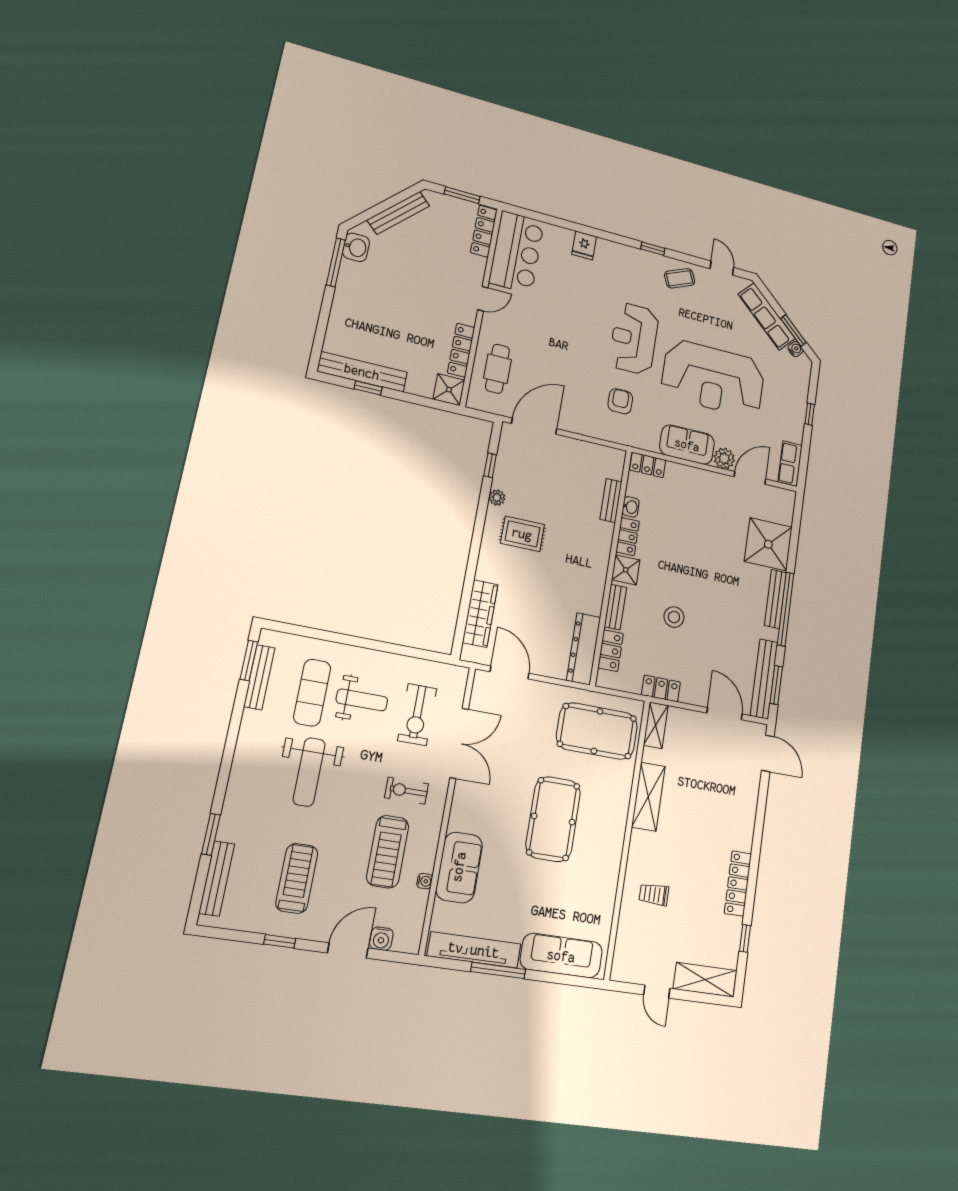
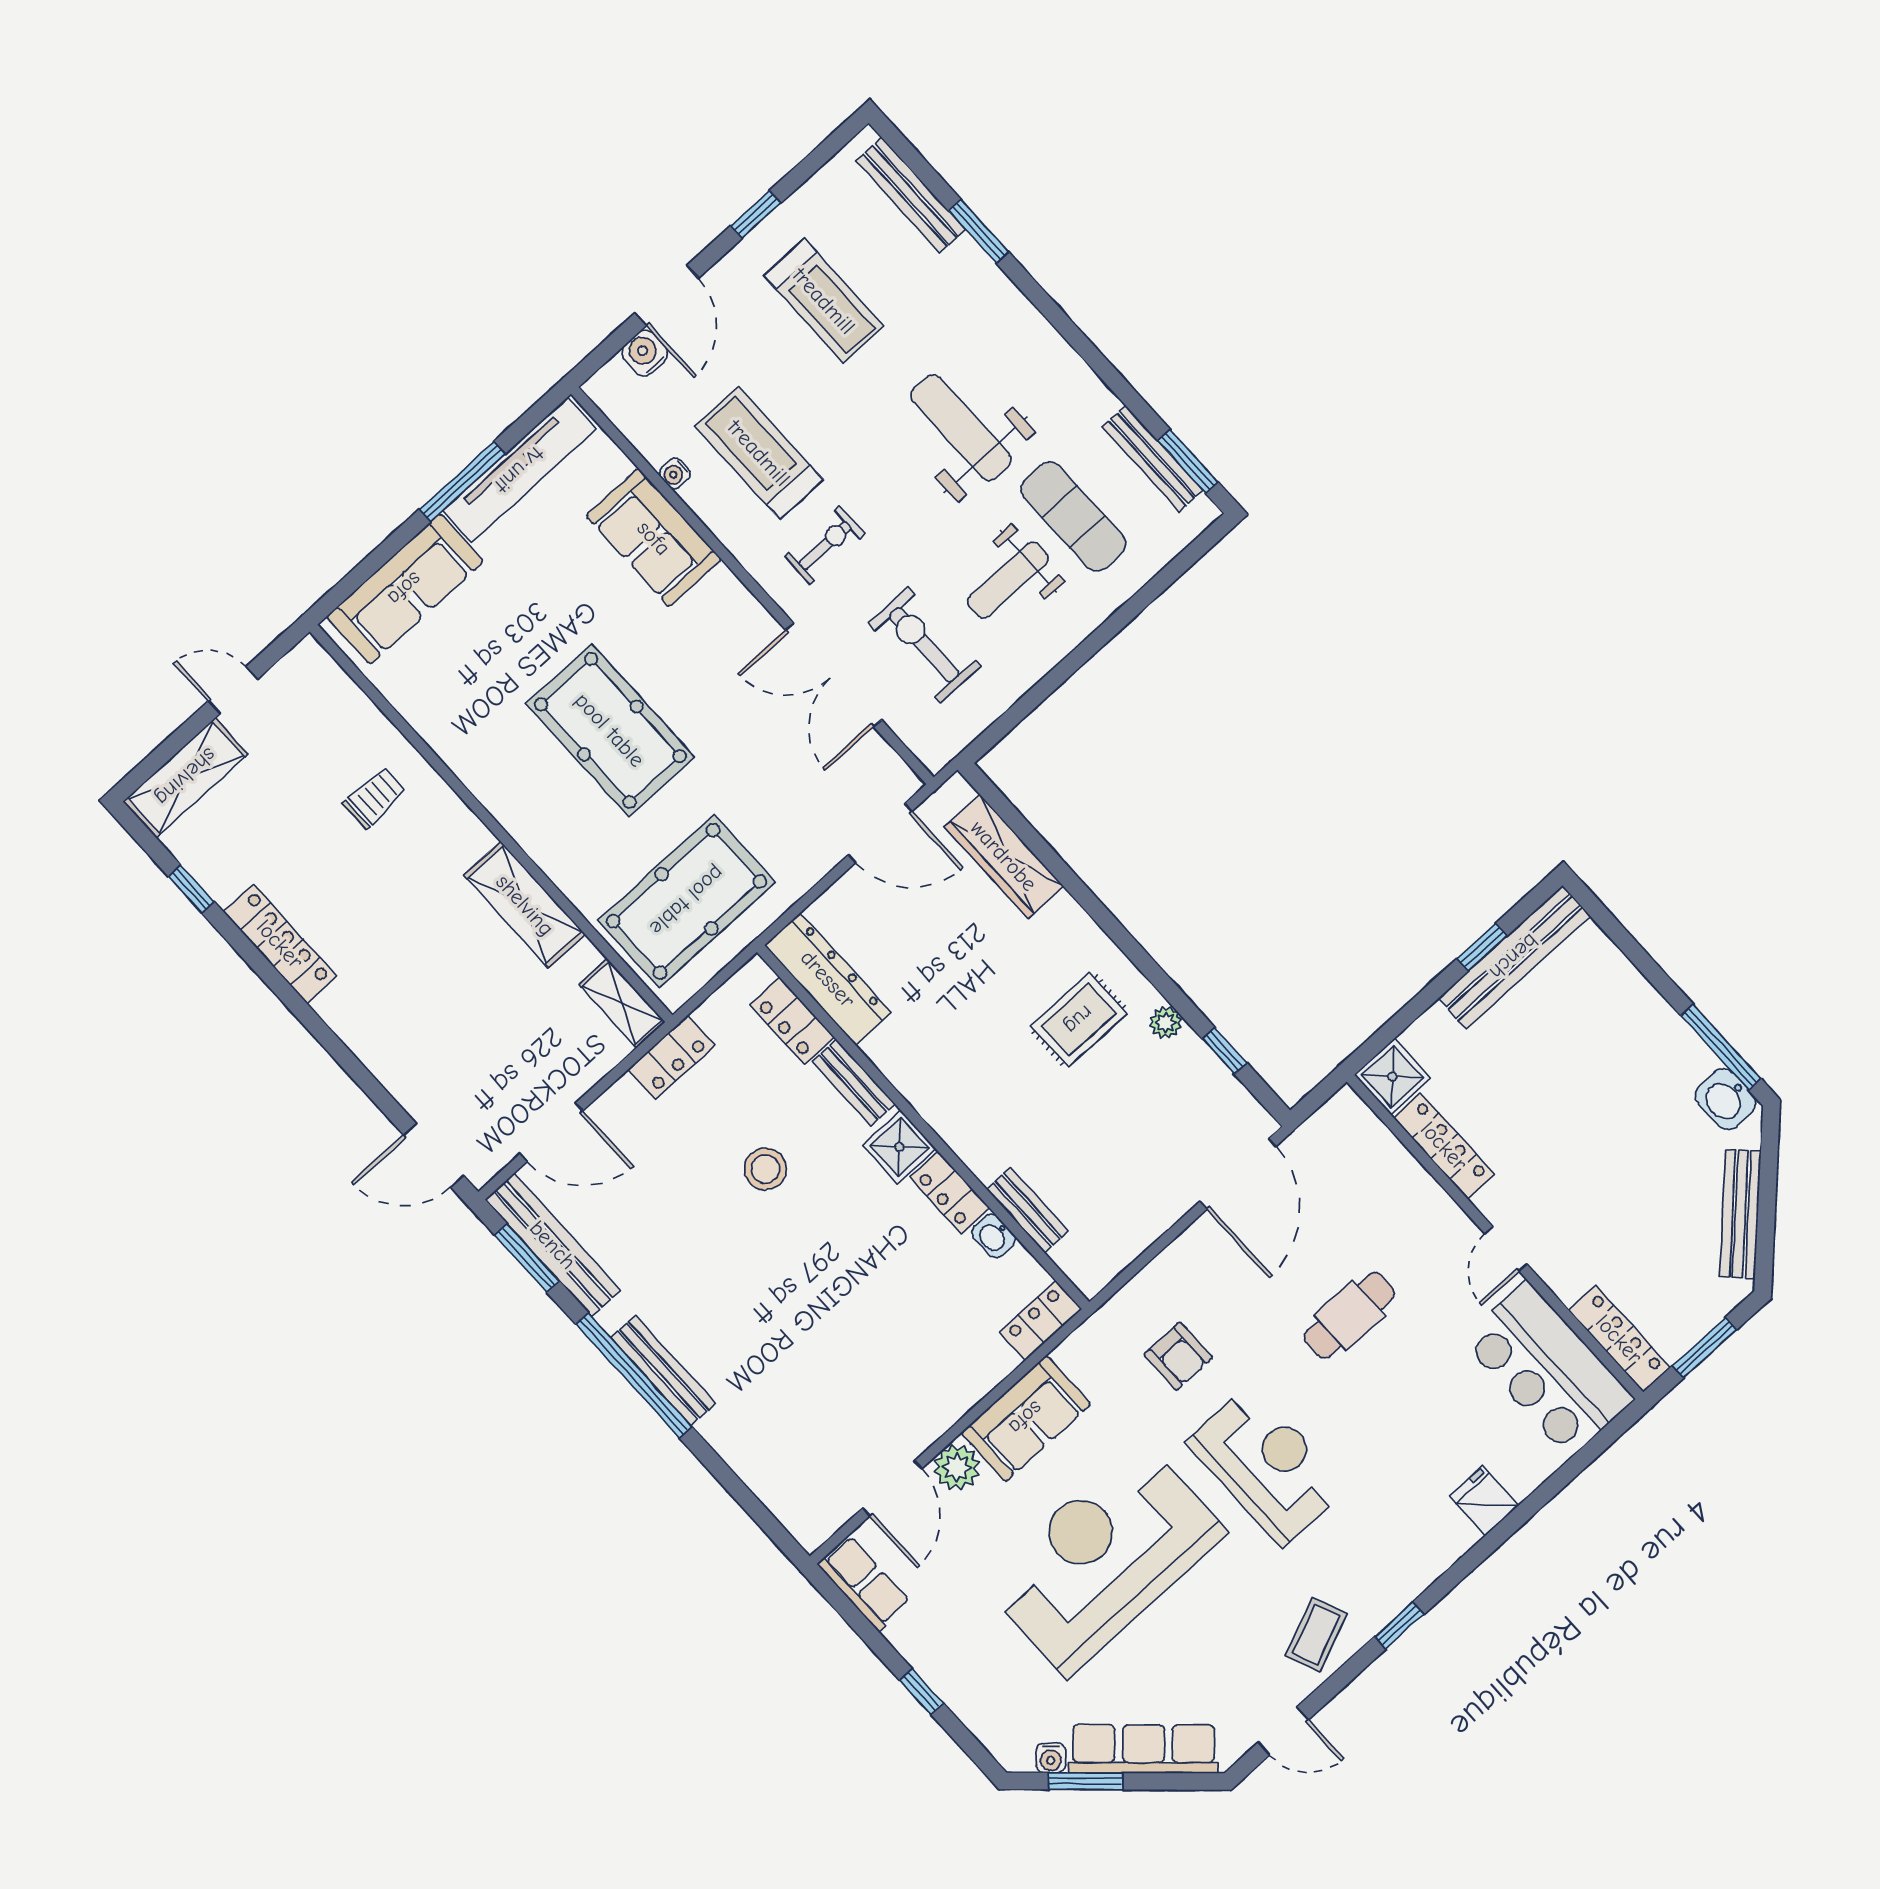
cafe table: (498, 369) -> (1349, 1315), moved, turned 90
shower: (768, 544) -> (760, 1431), removed

